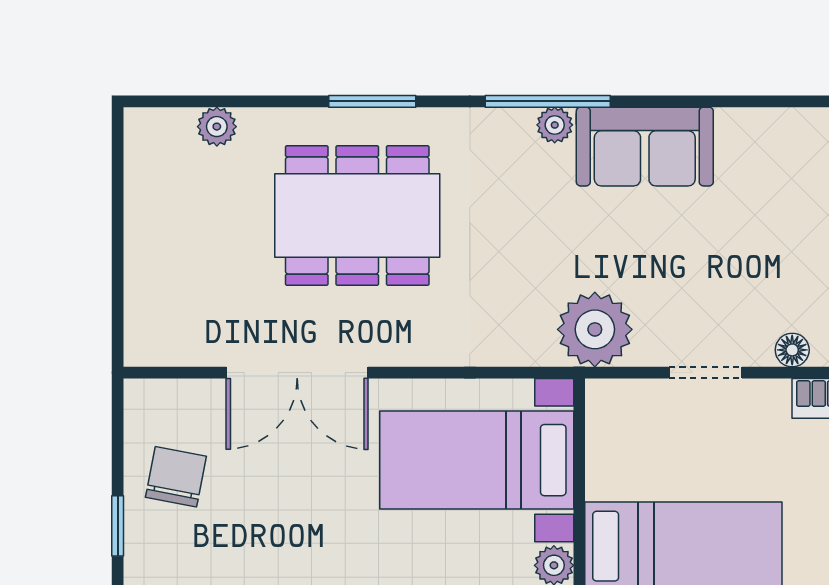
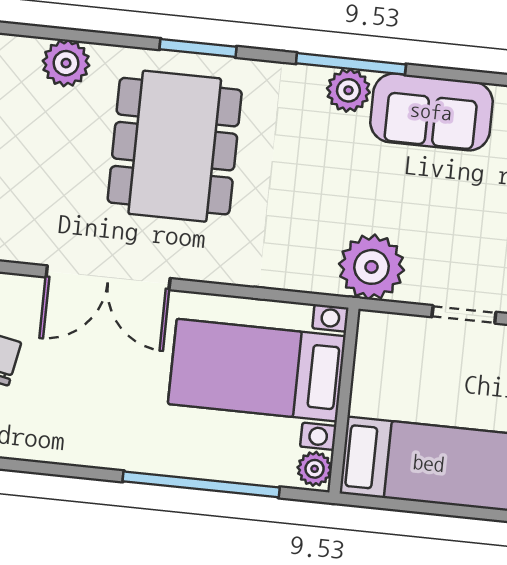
plant: (555, 125) -> (348, 90), width x1.38, depth x1.38
plant: (217, 127) -> (66, 63), width x1.38, depth x1.38
dining table: (357, 215) -> (175, 146), turned 90

